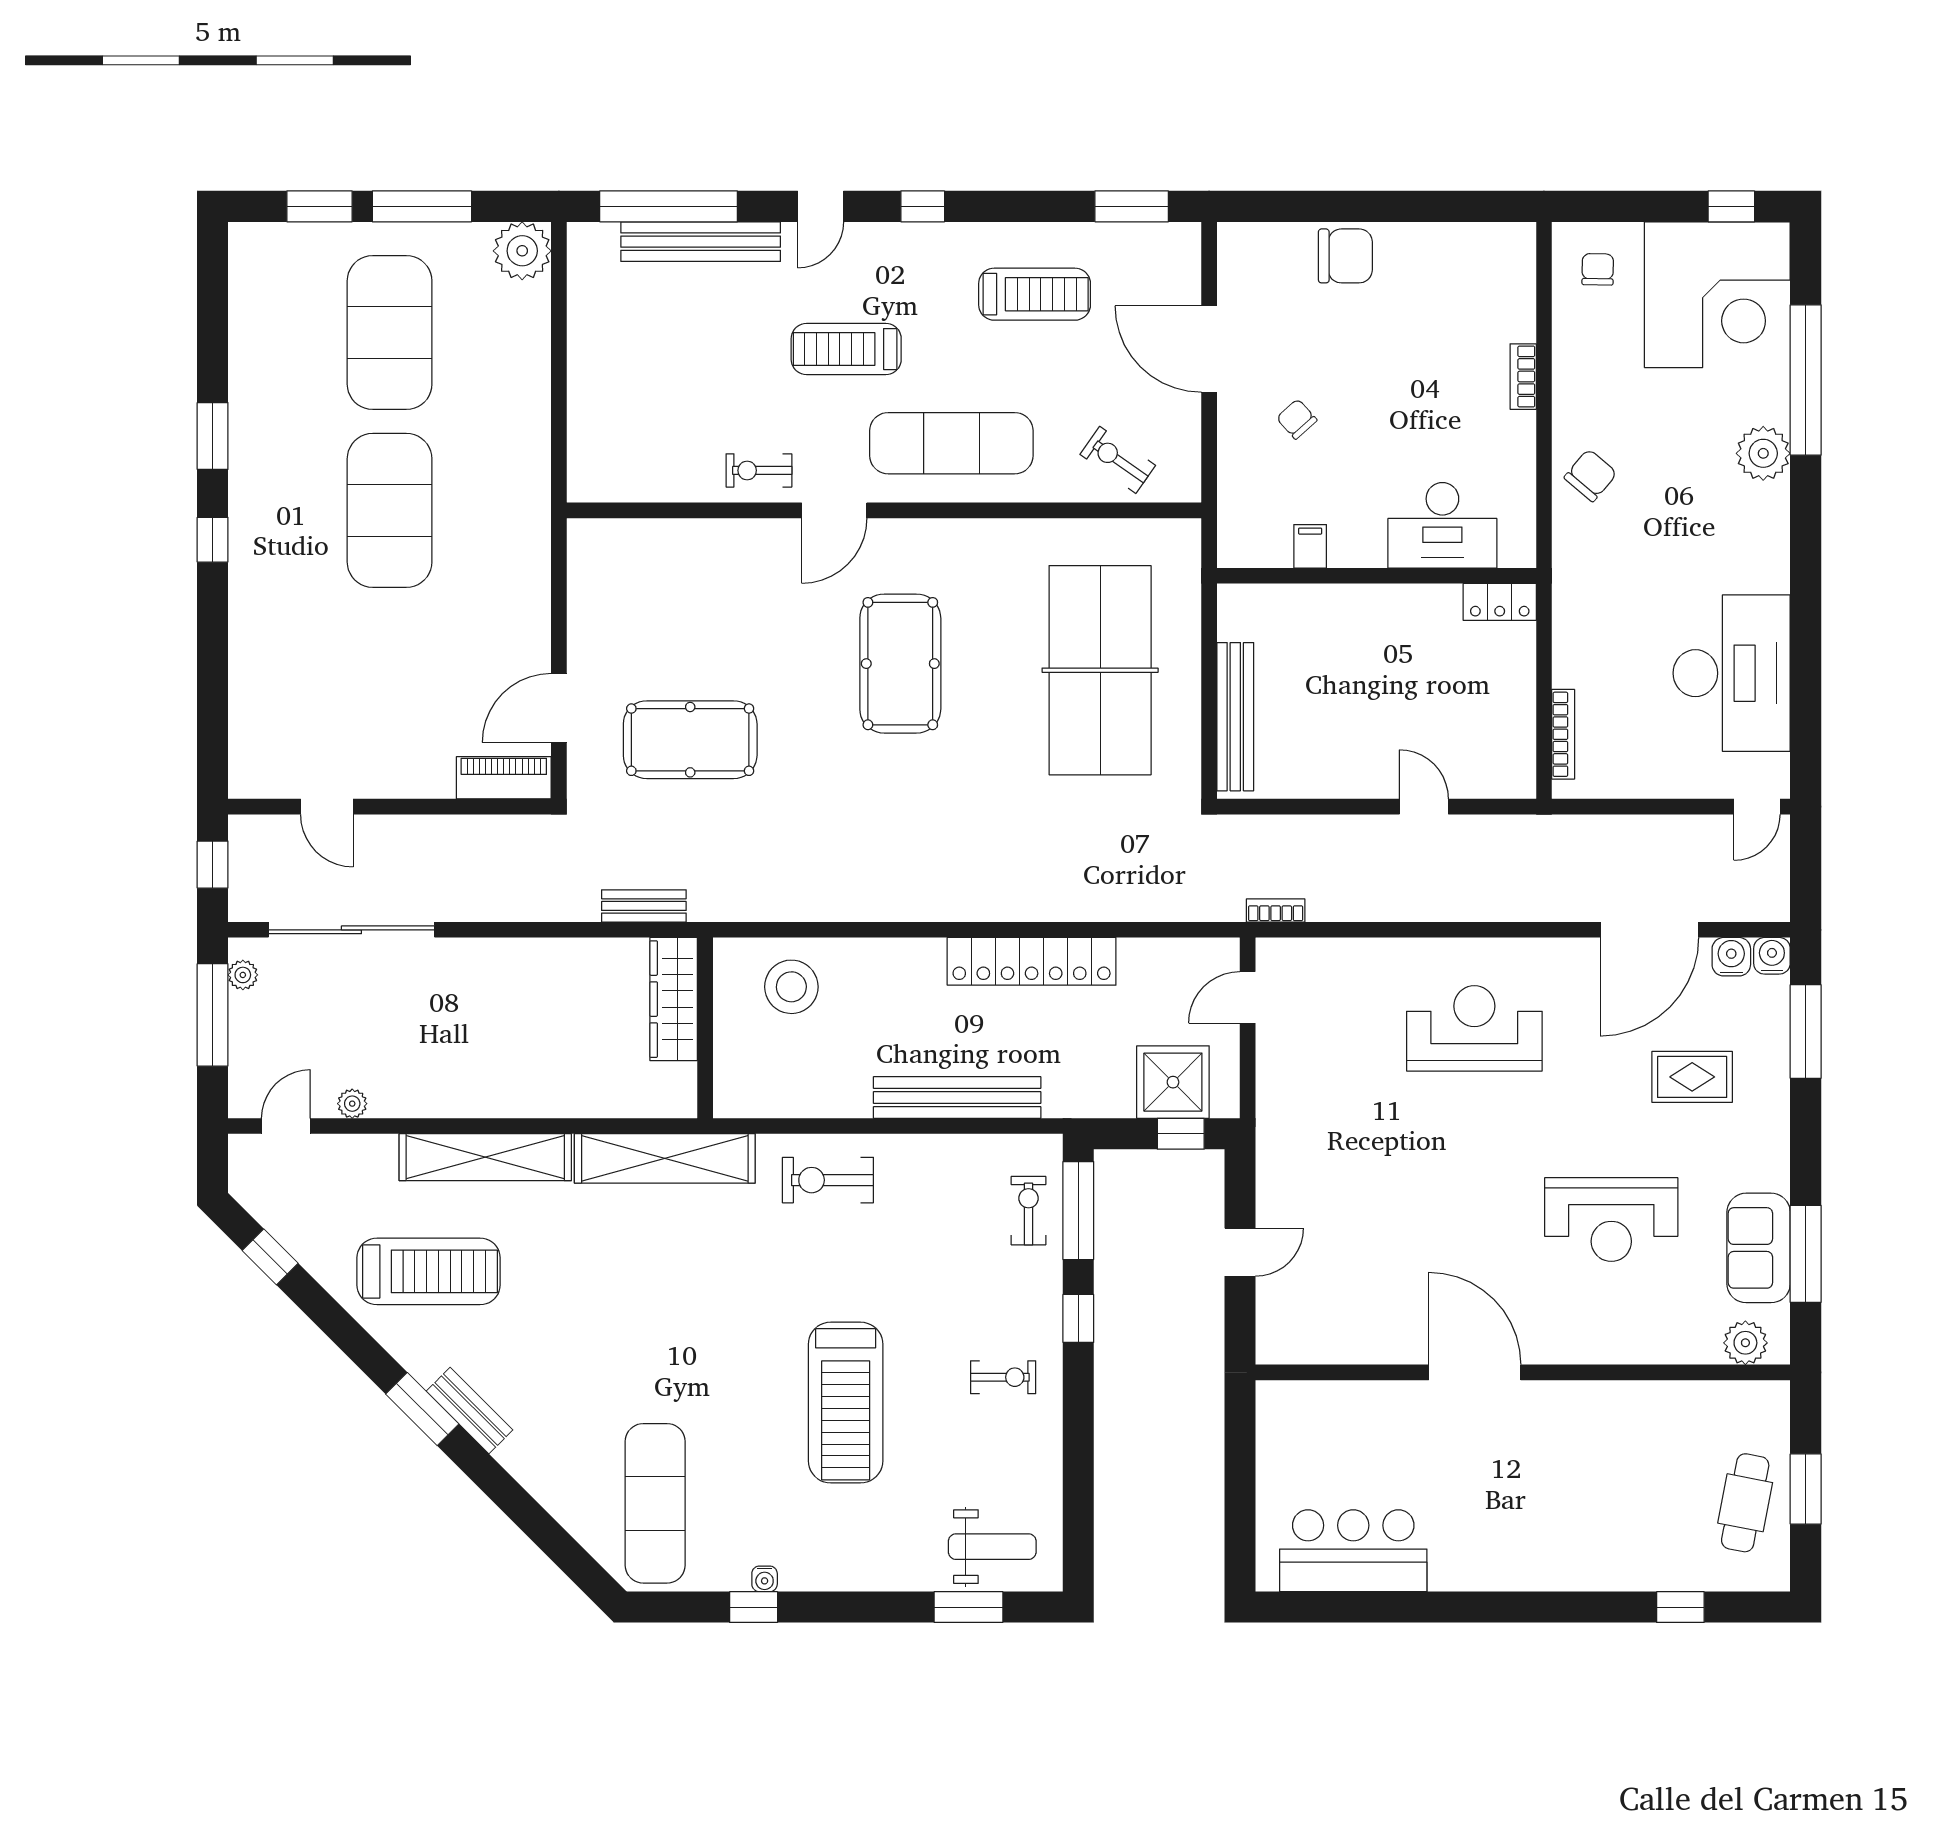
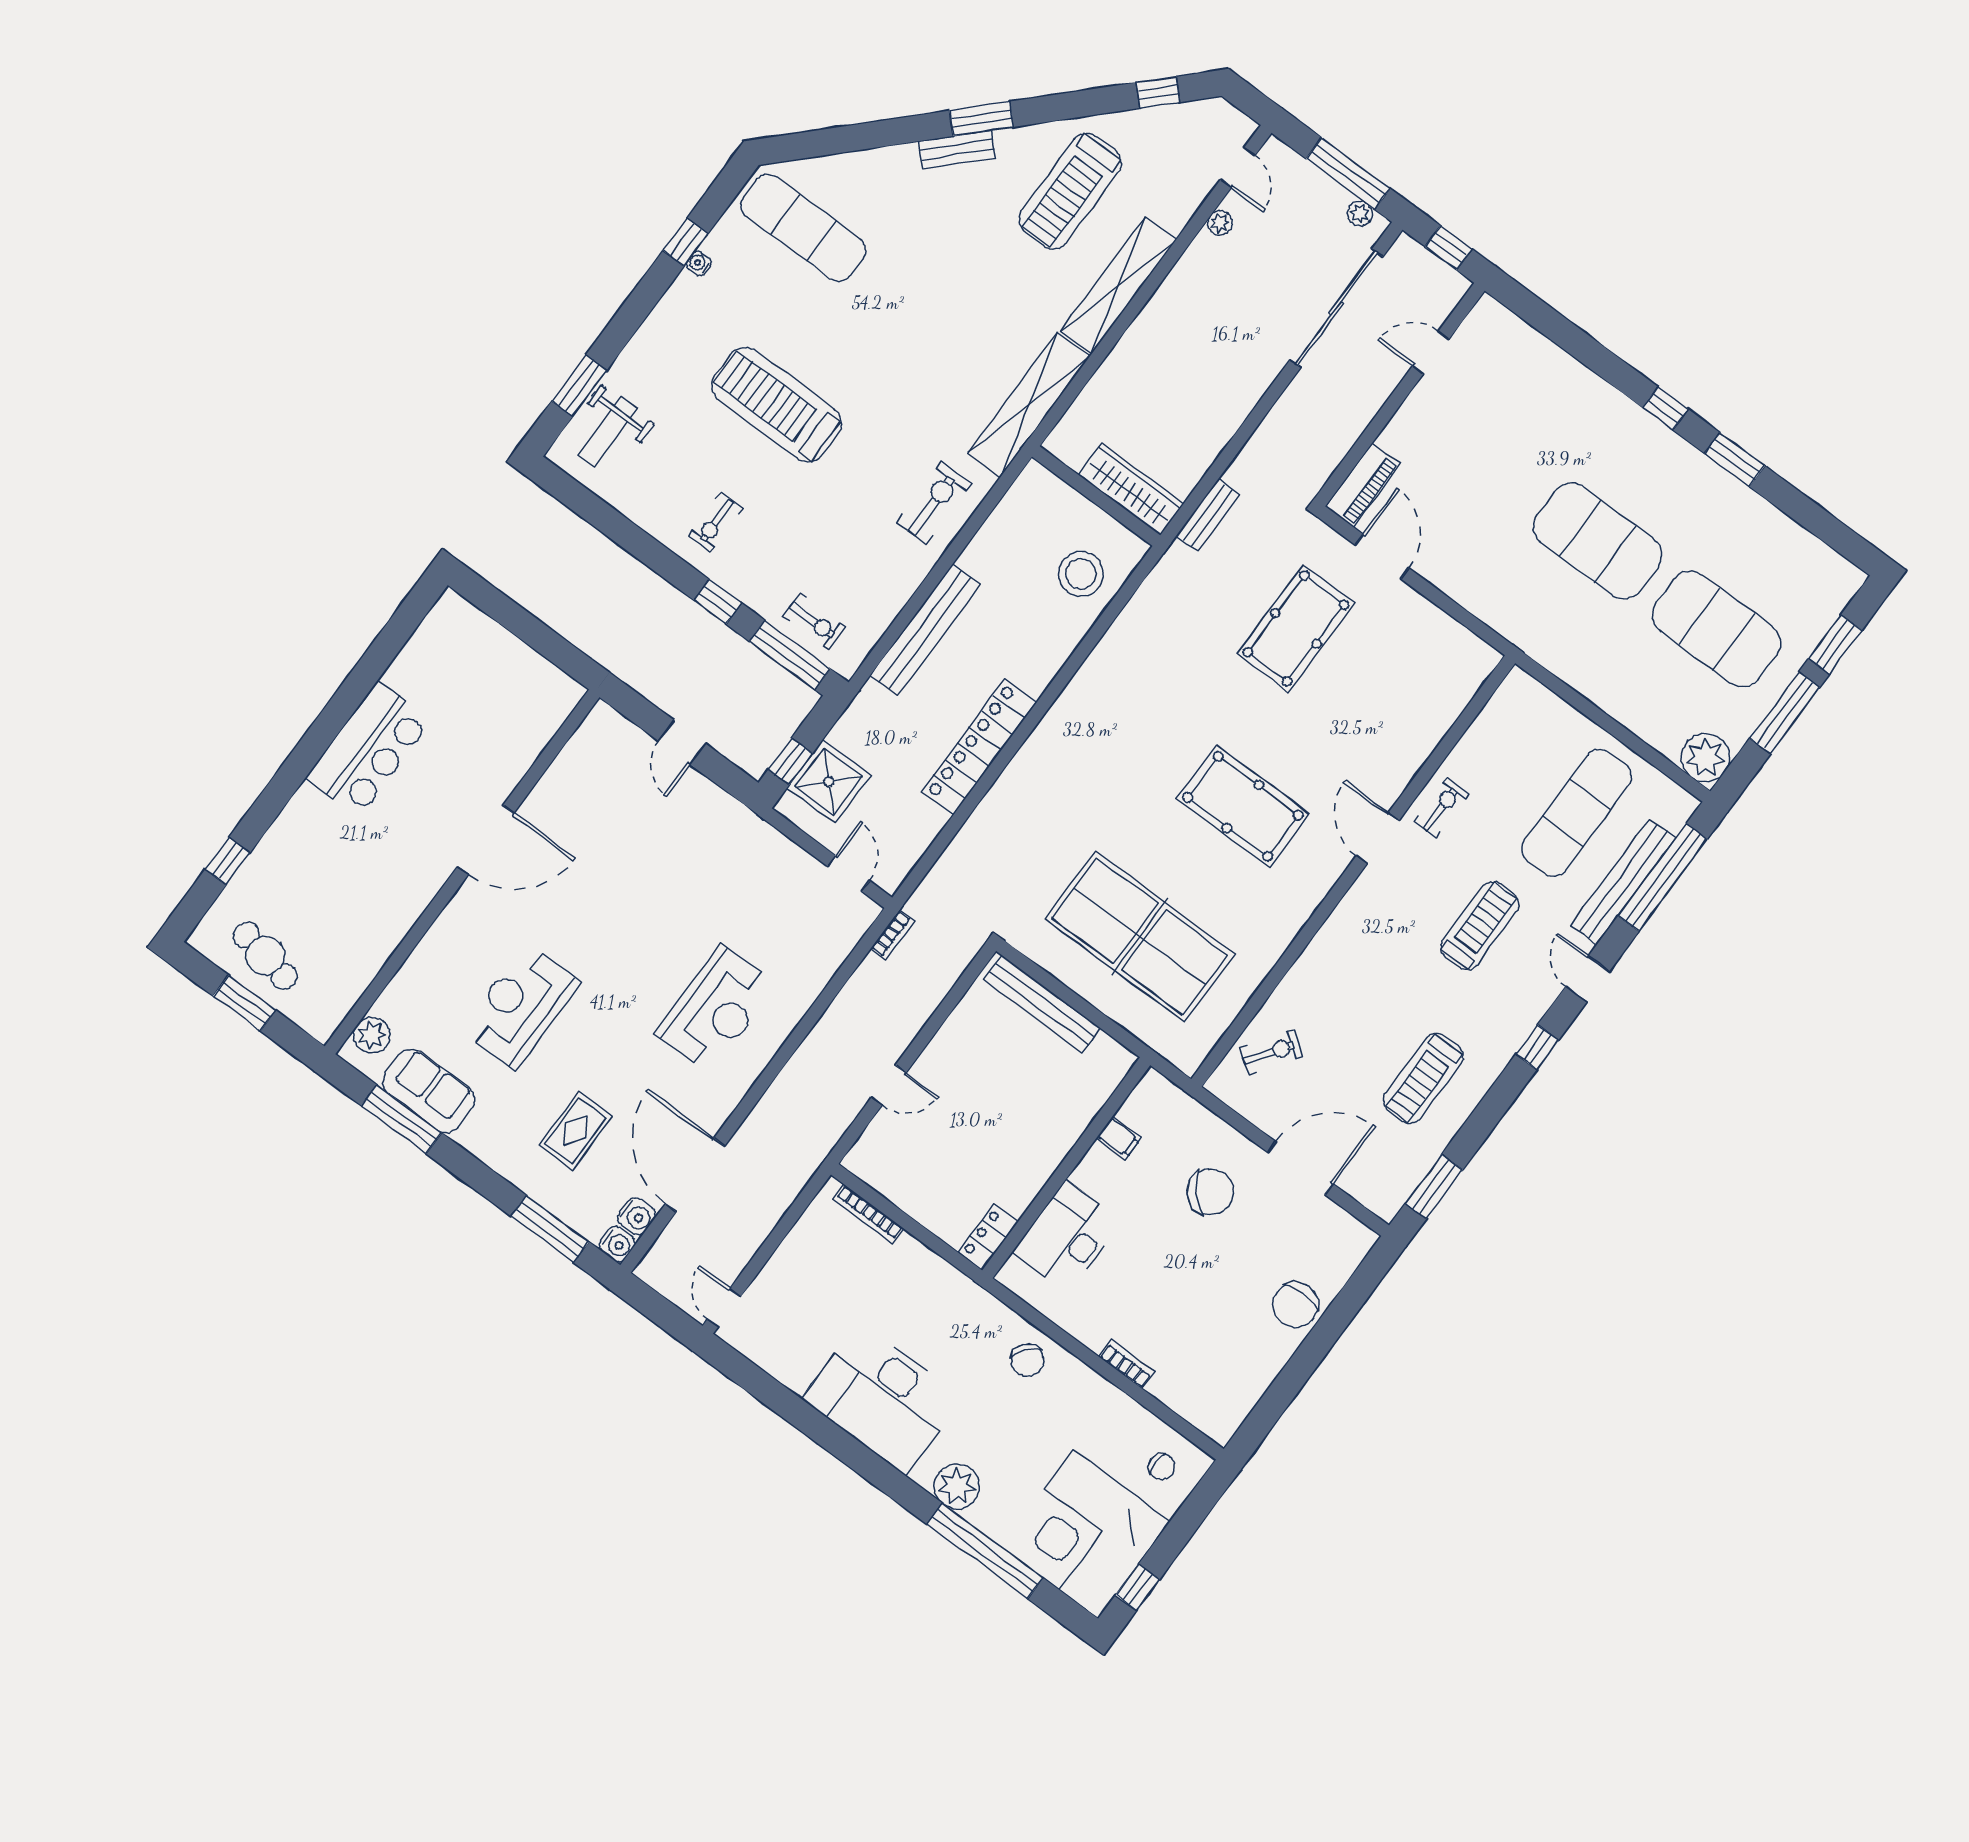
chair: (1297, 419) -> (1210, 1192), width x1.87, depth x1.87
exercise mat: (951, 443) -> (1576, 813), moved
desk: (1732, 673) -> (882, 1399), moved
bar counter: (1353, 1551) -> (368, 749), moved

